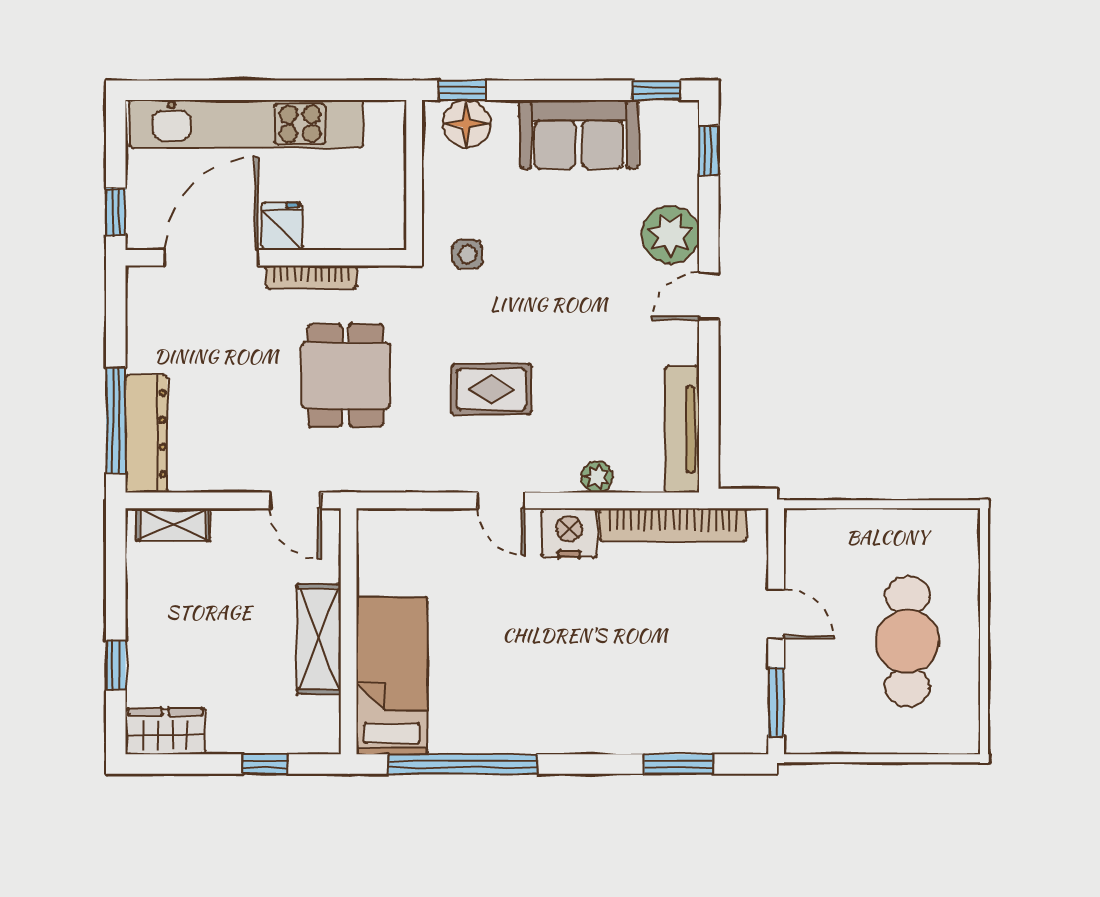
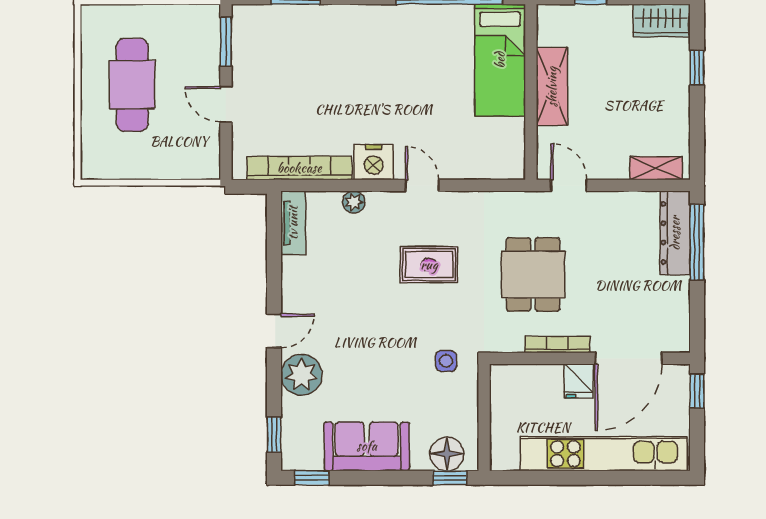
tv unit: (682, 429) -> (293, 223), width x0.71

